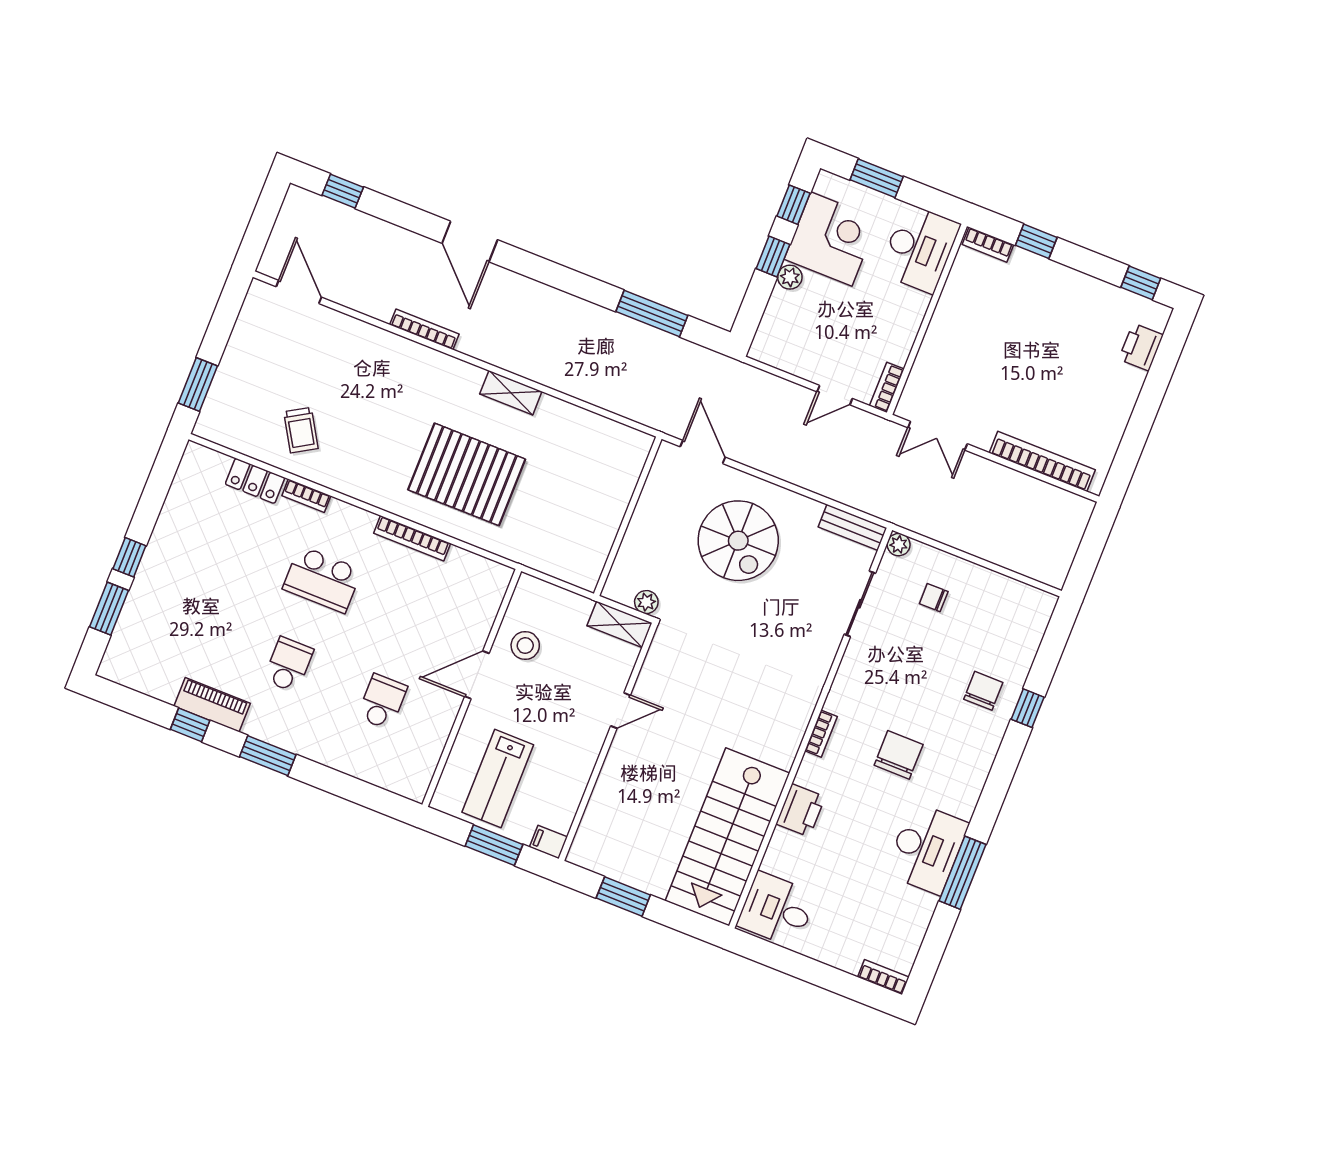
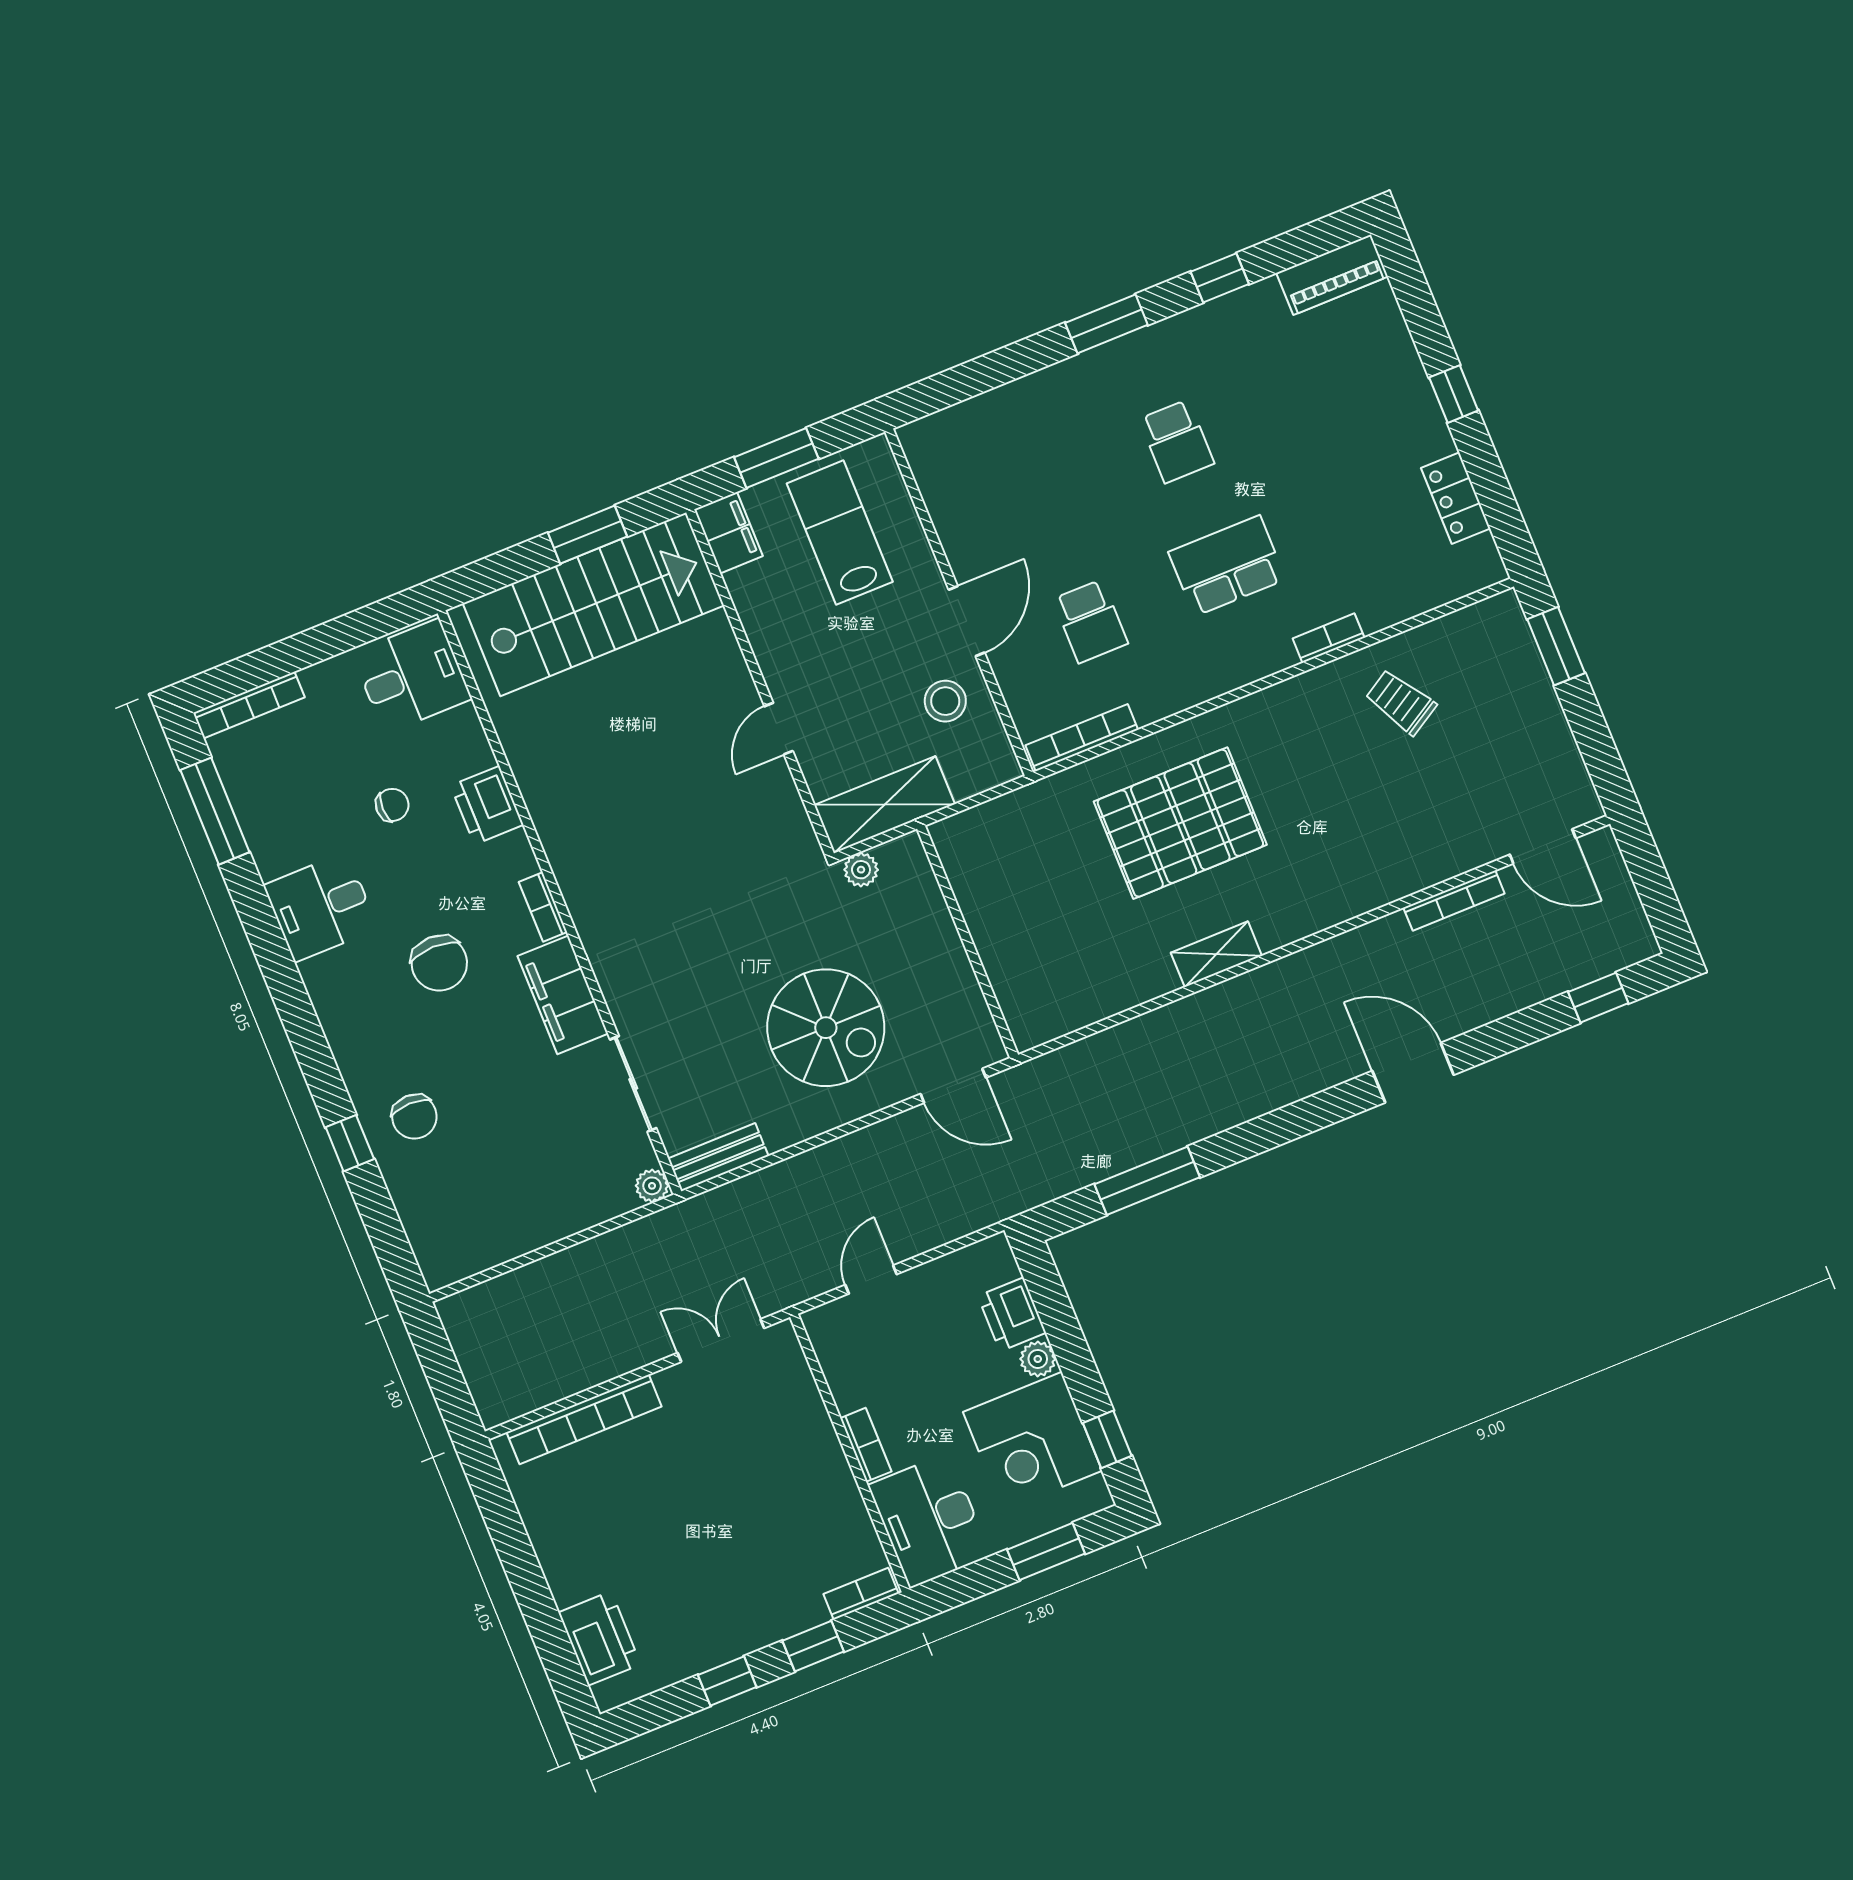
window: (773, 257) -> (1077, 1364), removed
window: (1141, 283) -> (727, 1681), moved
printer: (782, 311) -> (1012, 1314), added
bookcase: (424, 329) -> (1454, 901), moved
printer: (1141, 347) -> (600, 1638), width x1.37, depth x1.19
bookcase: (887, 387) -> (866, 1445), moved
locker: (255, 481) -> (1456, 498), moved, turned -90
bookcase: (412, 538) -> (1082, 738), moved
spiral stairs: (738, 541) -> (826, 1028), turned 180
chair: (934, 598) -> (392, 805), moved
window: (109, 609) -> (1423, 319), removed
shelving: (620, 624) -> (885, 805), width x1.50, depth x1.33
filing cabinet: (853, 681) -> (563, 995), added
school desk: (382, 702) -> (1090, 621), moved
piano: (212, 705) -> (1332, 275), moved
stairs: (728, 837) -> (593, 604), moved, turned 90
filing cabinet: (548, 842) -> (728, 533), width x2.00
desk: (927, 848) -> (321, 907), width x0.73
window: (963, 873) -> (215, 811), moved
bookcase: (883, 977) -> (249, 705), width x1.56

